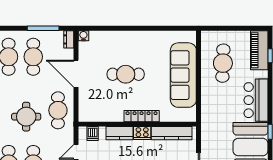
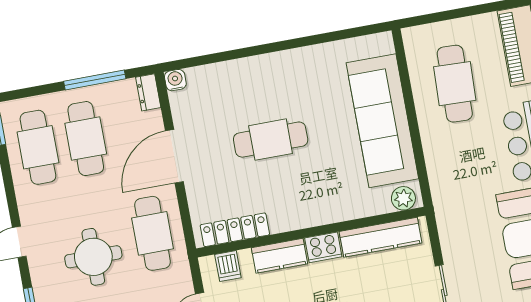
door: (76, 74) -> (174, 156), hinge flipped
locker: (142, 116) -> (235, 230), moved
plant: (187, 116) -> (403, 198), added

